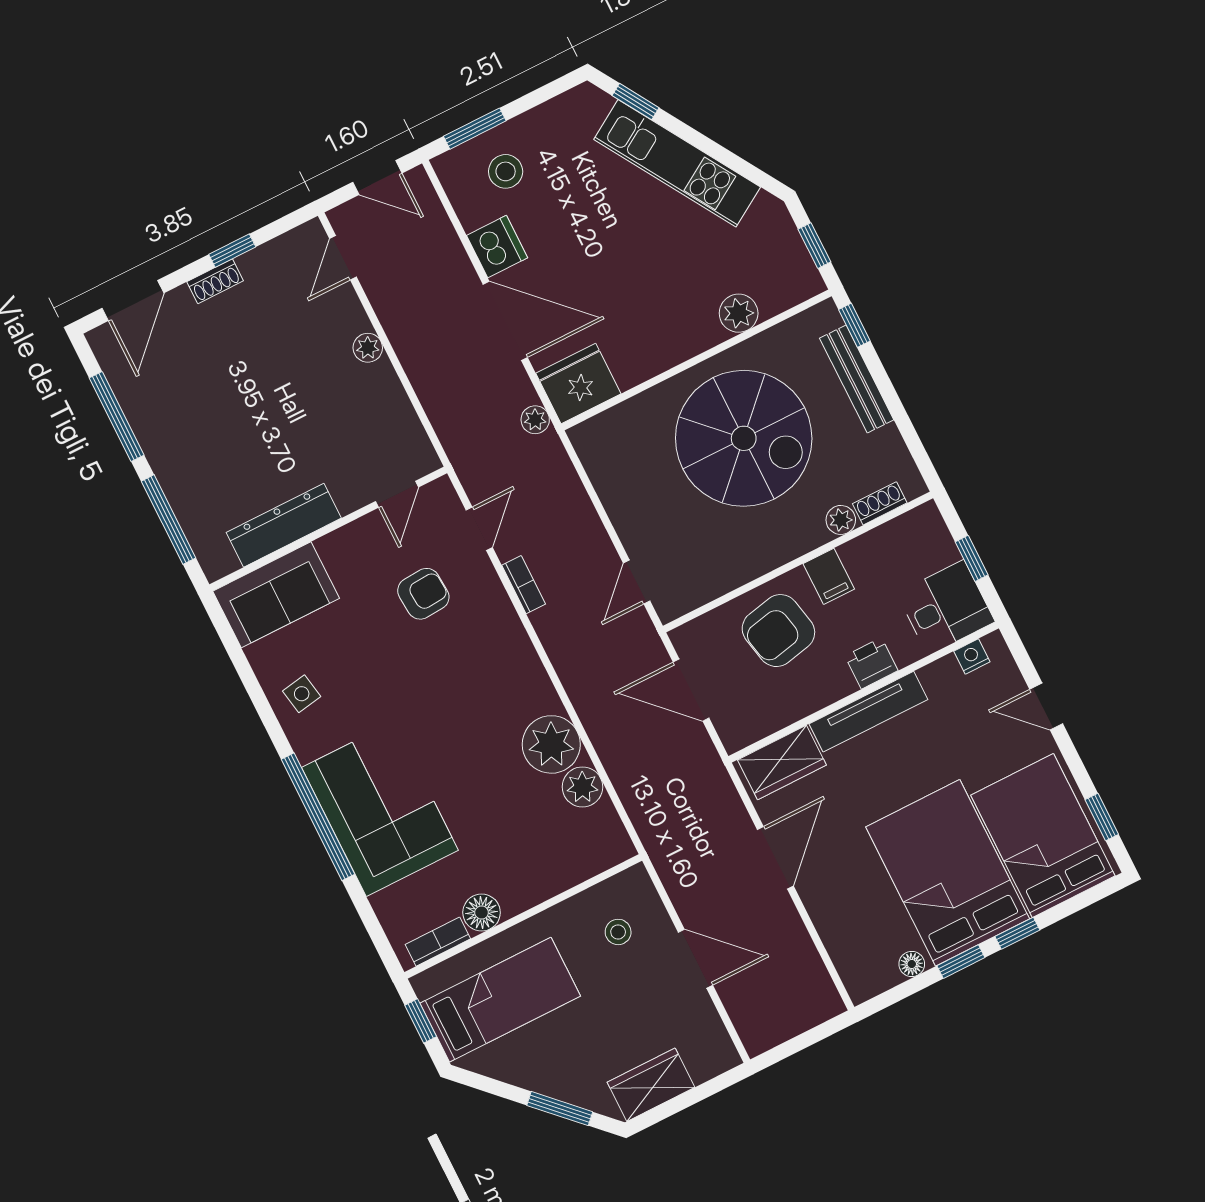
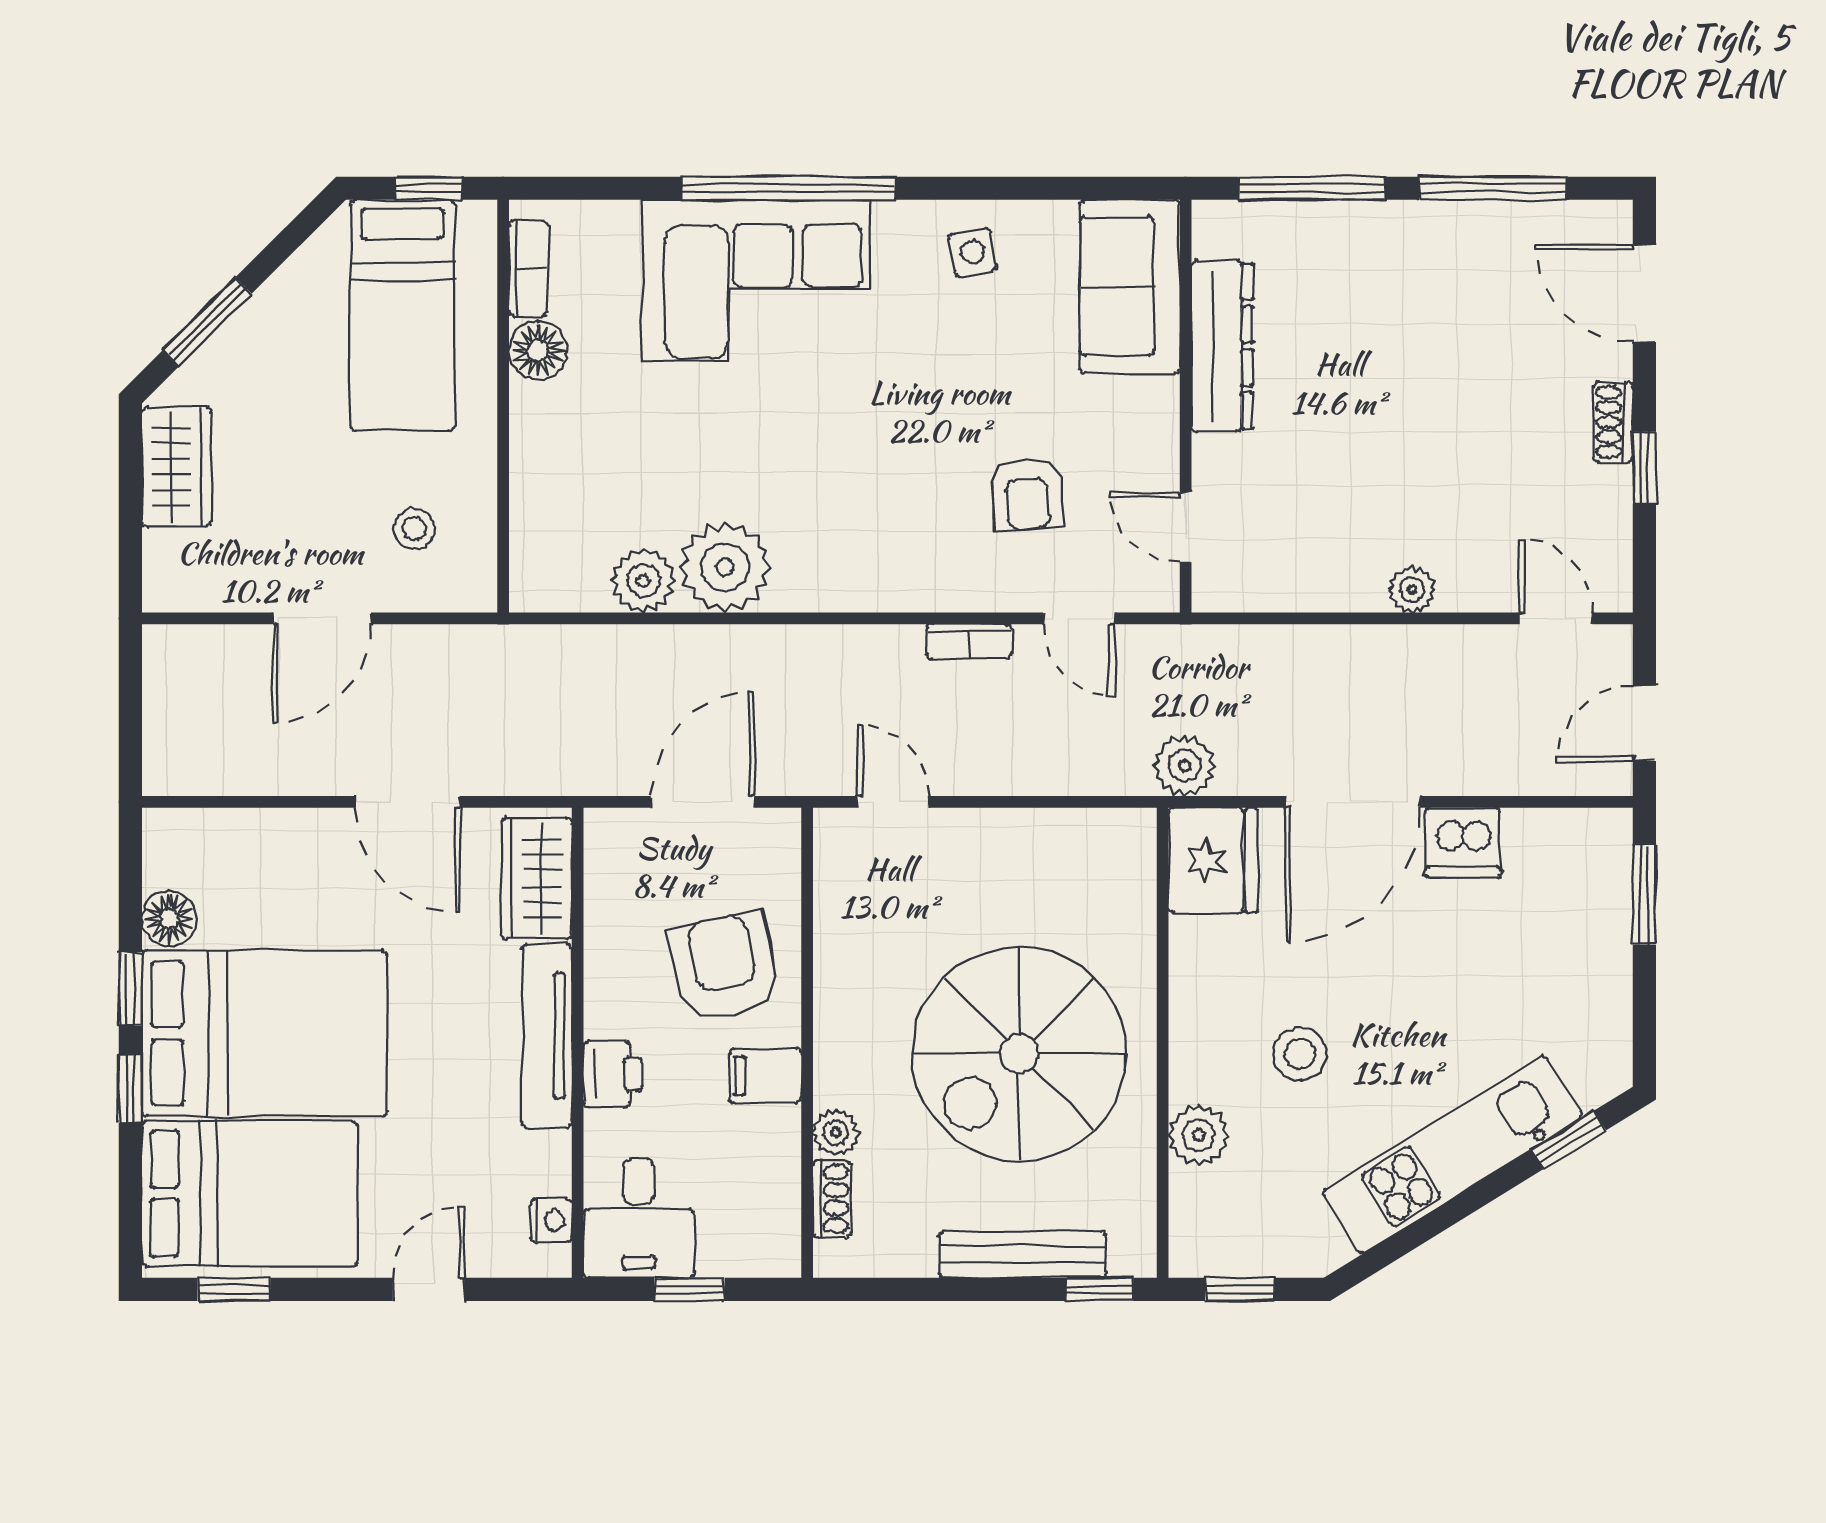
stool: (506, 171) -> (1300, 1054), moved
plant: (535, 420) -> (1184, 766), width x1.38, depth x1.38
floor lamp: (912, 964) -> (169, 918), width x1.37, depth x1.37

